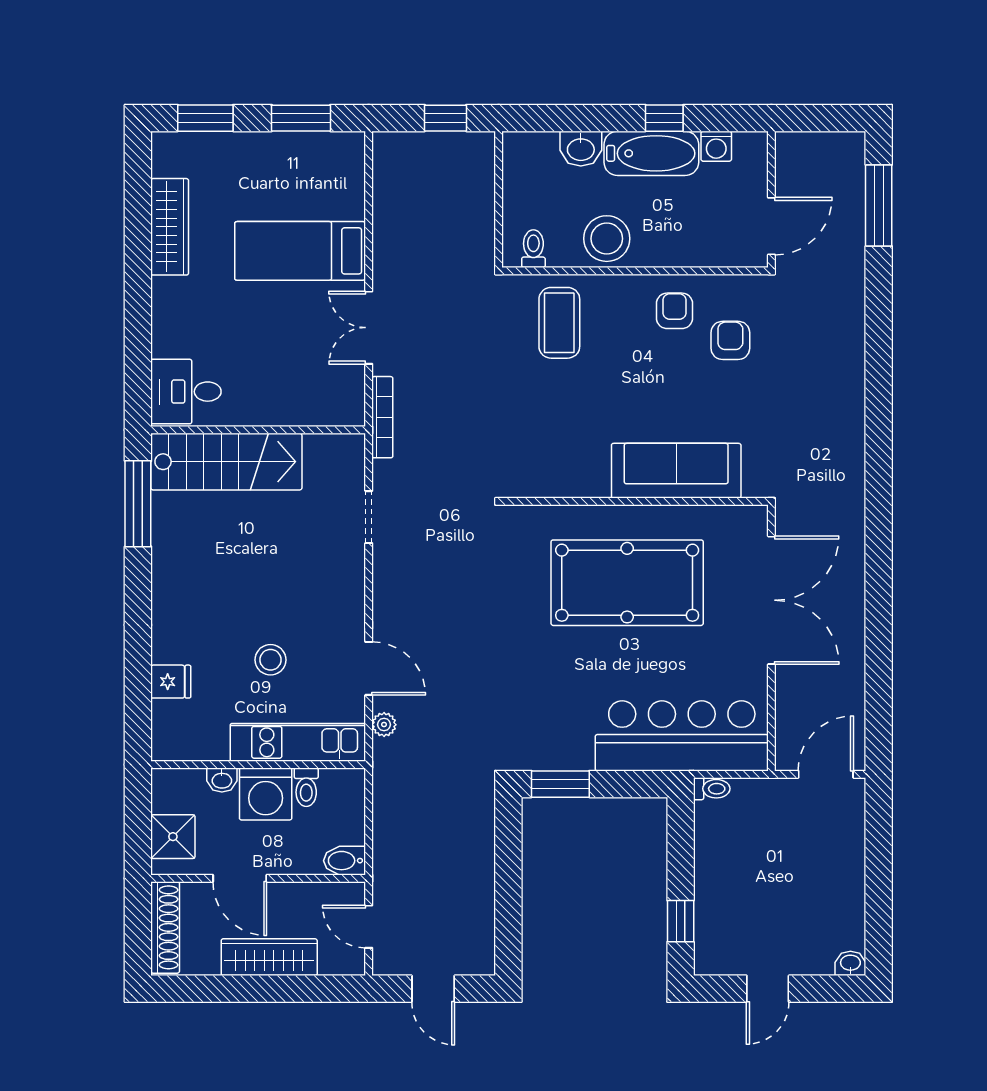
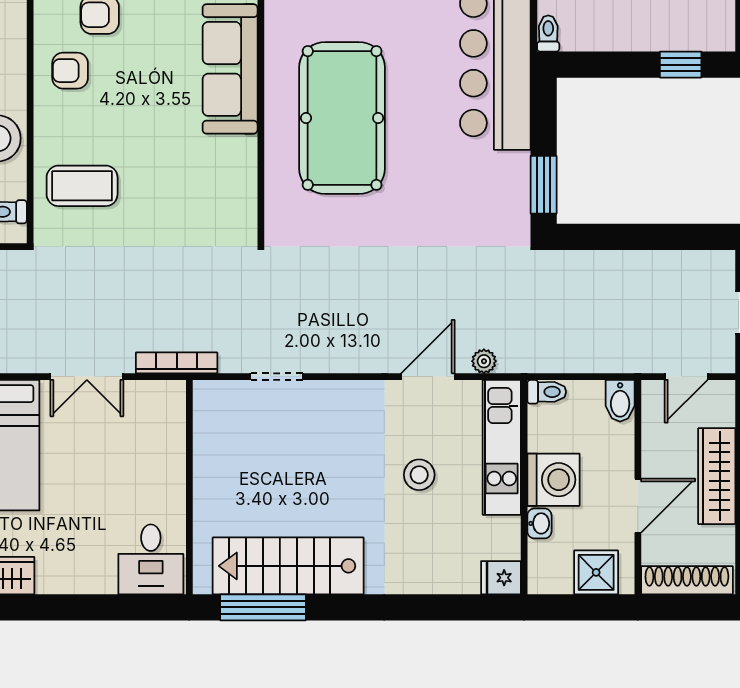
stairs: (226, 462) -> (288, 566), moved, turned -90
fridge: (171, 682) -> (501, 578), moved, turned -90
toilet: (306, 787) -> (547, 392), moved

